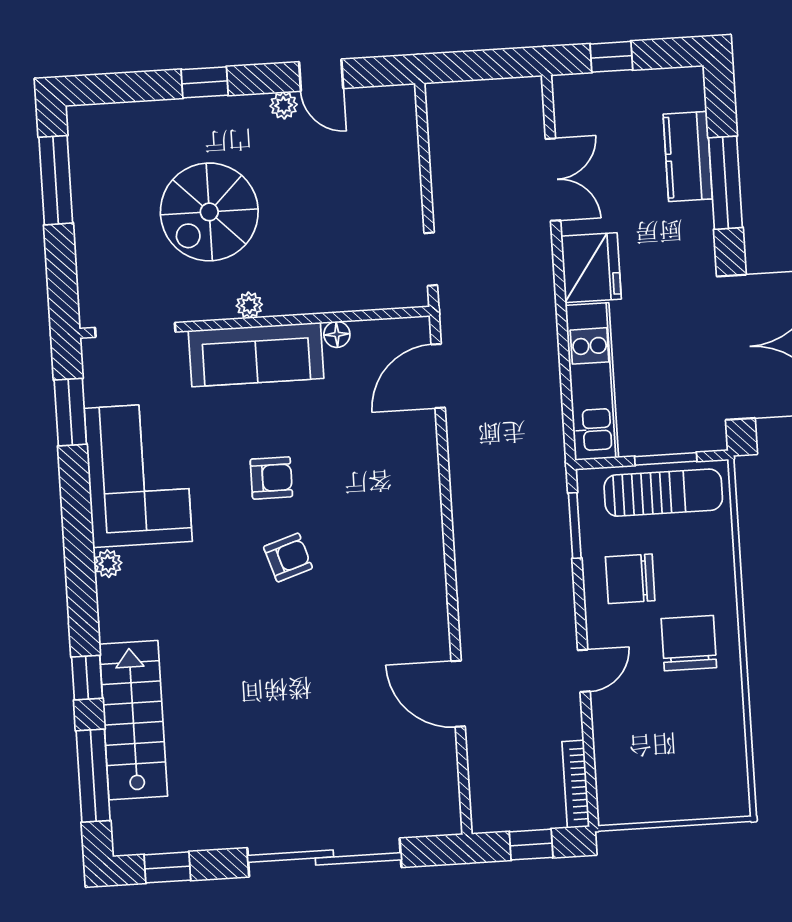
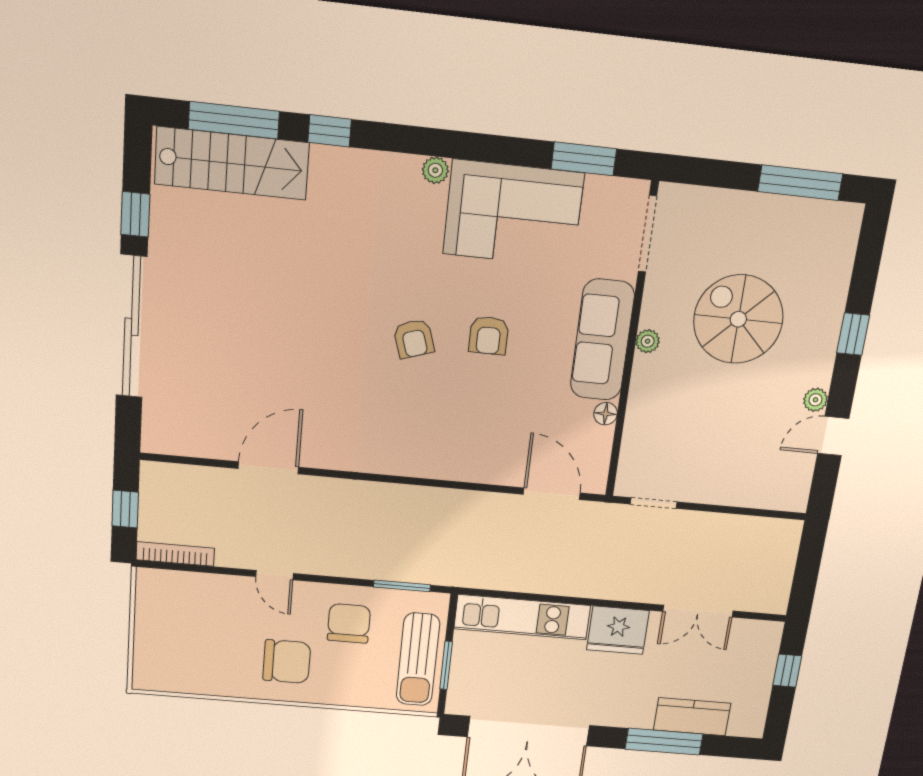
stairs: (133, 720) -> (232, 163), moved
window: (167, 867) -> (135, 214), moved

